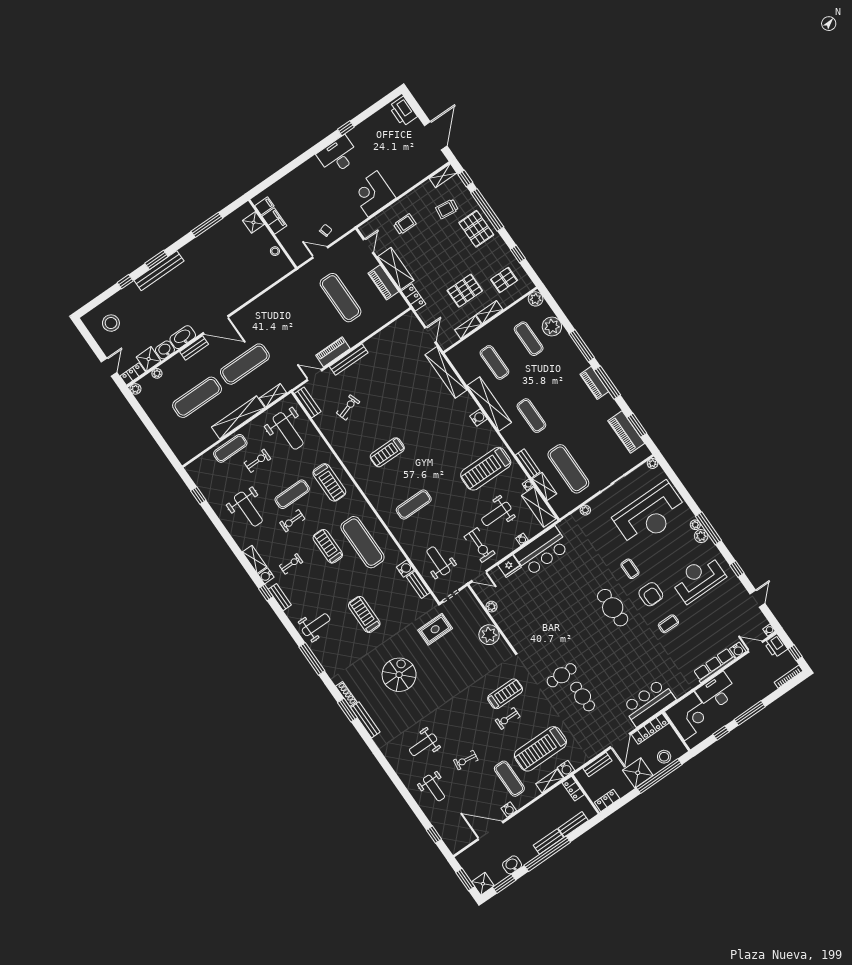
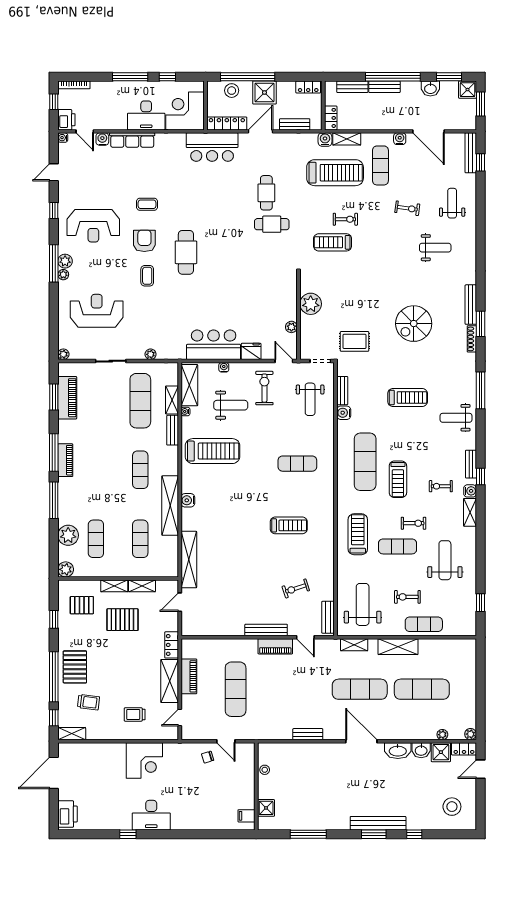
filing cabinet: (274, 221) -> (247, 796), removed
bench: (194, 348) -> (308, 734), moved
shelving: (238, 417) -> (398, 647), width x0.68
reception desk: (650, 515) -> (97, 311), width x0.74, depth x0.77
treadmill: (364, 614) -> (408, 397), turned -90
bench: (447, 837) -> (471, 153), added

